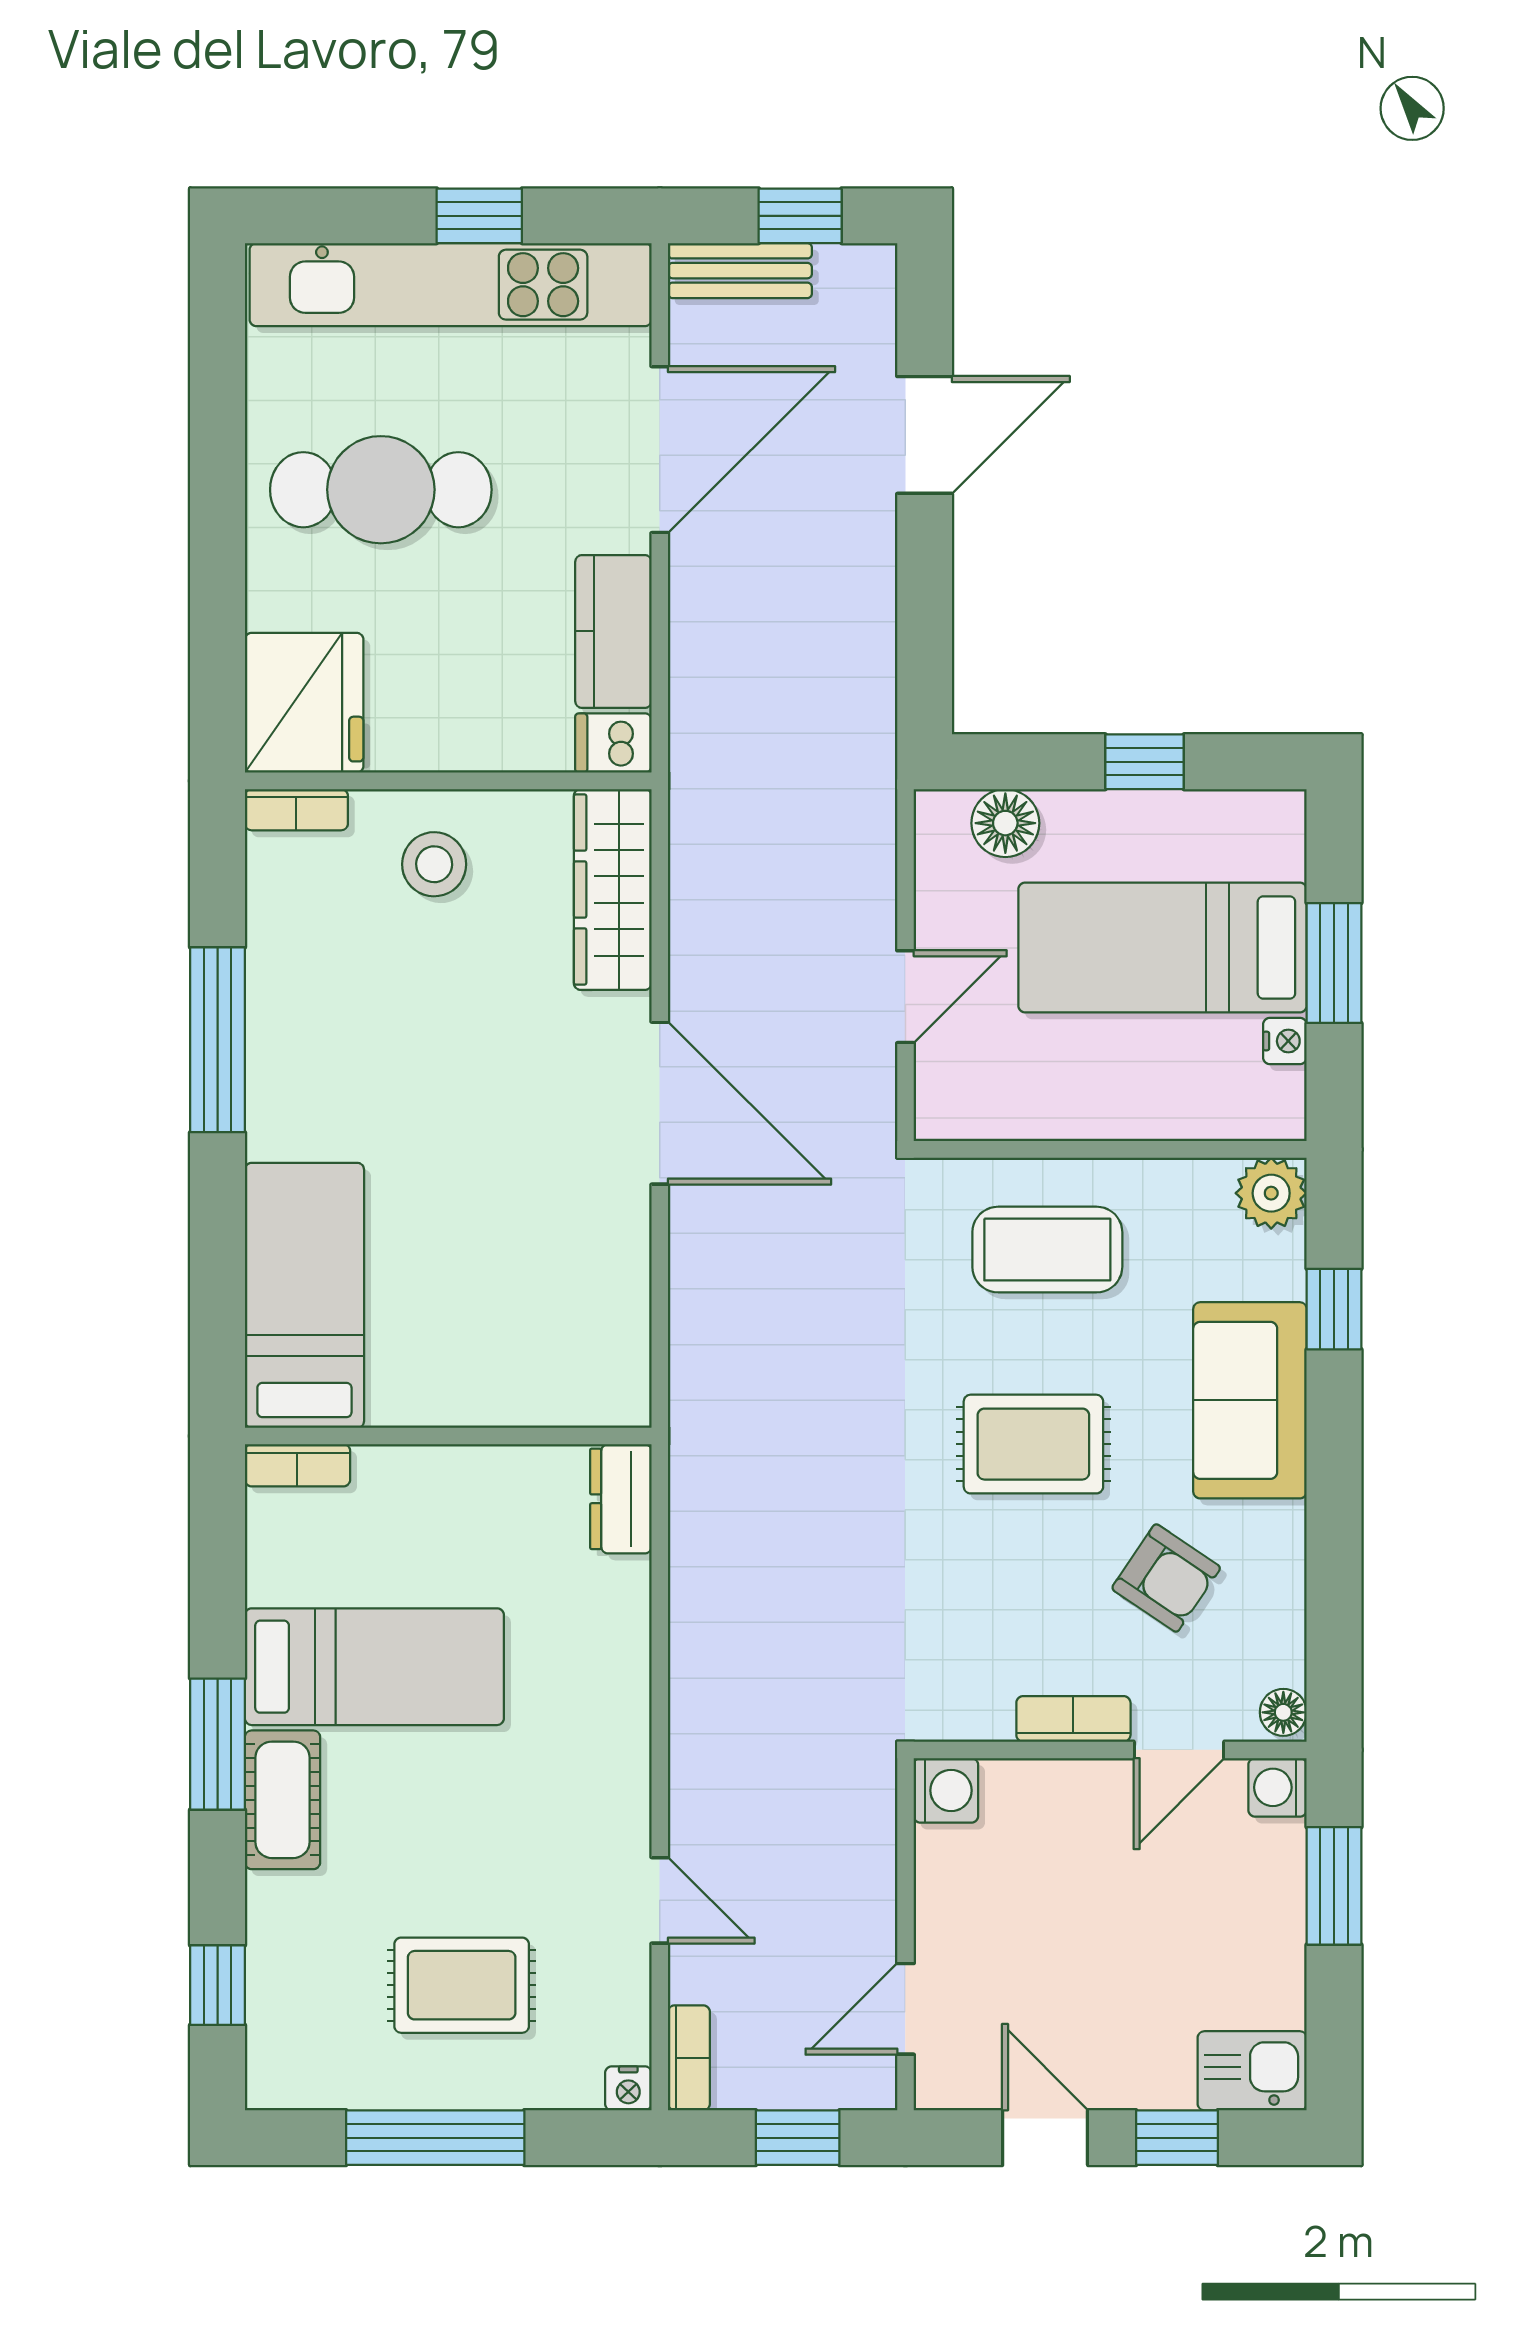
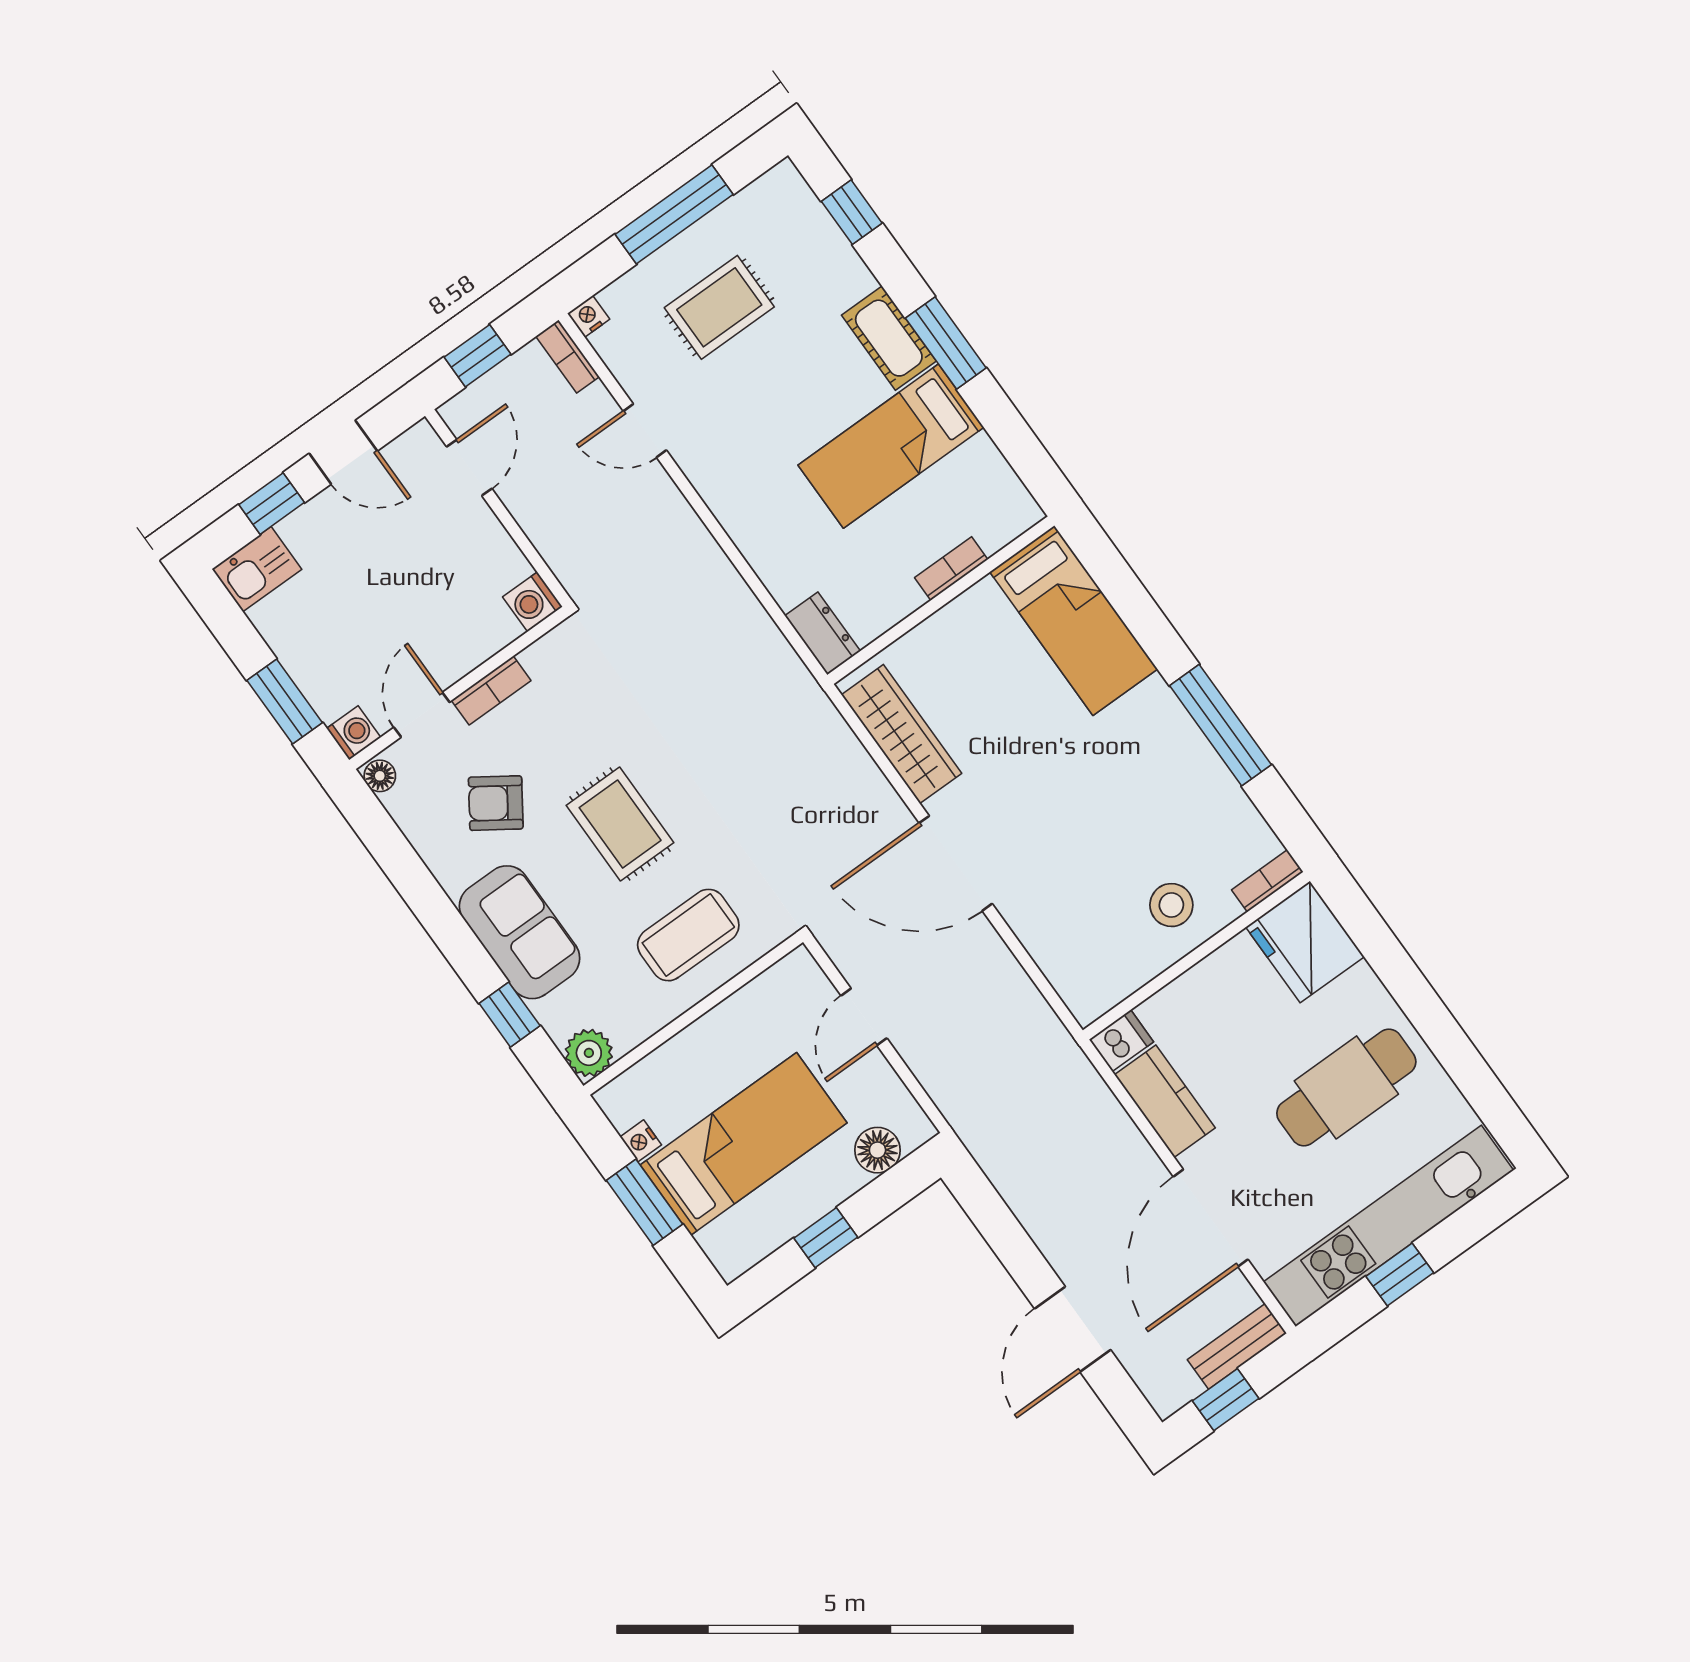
wardrobe: (613, 890) -> (902, 734), moved
rug: (1033, 1444) -> (620, 824), turned 90
bookcase: (297, 1465) -> (951, 569), moved

